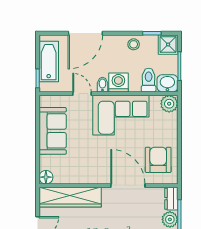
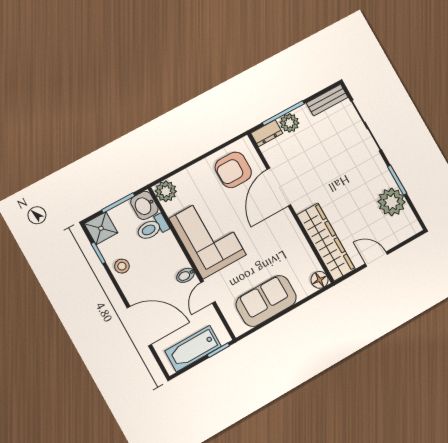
washing machine: (118, 82) -> (173, 259), removed

